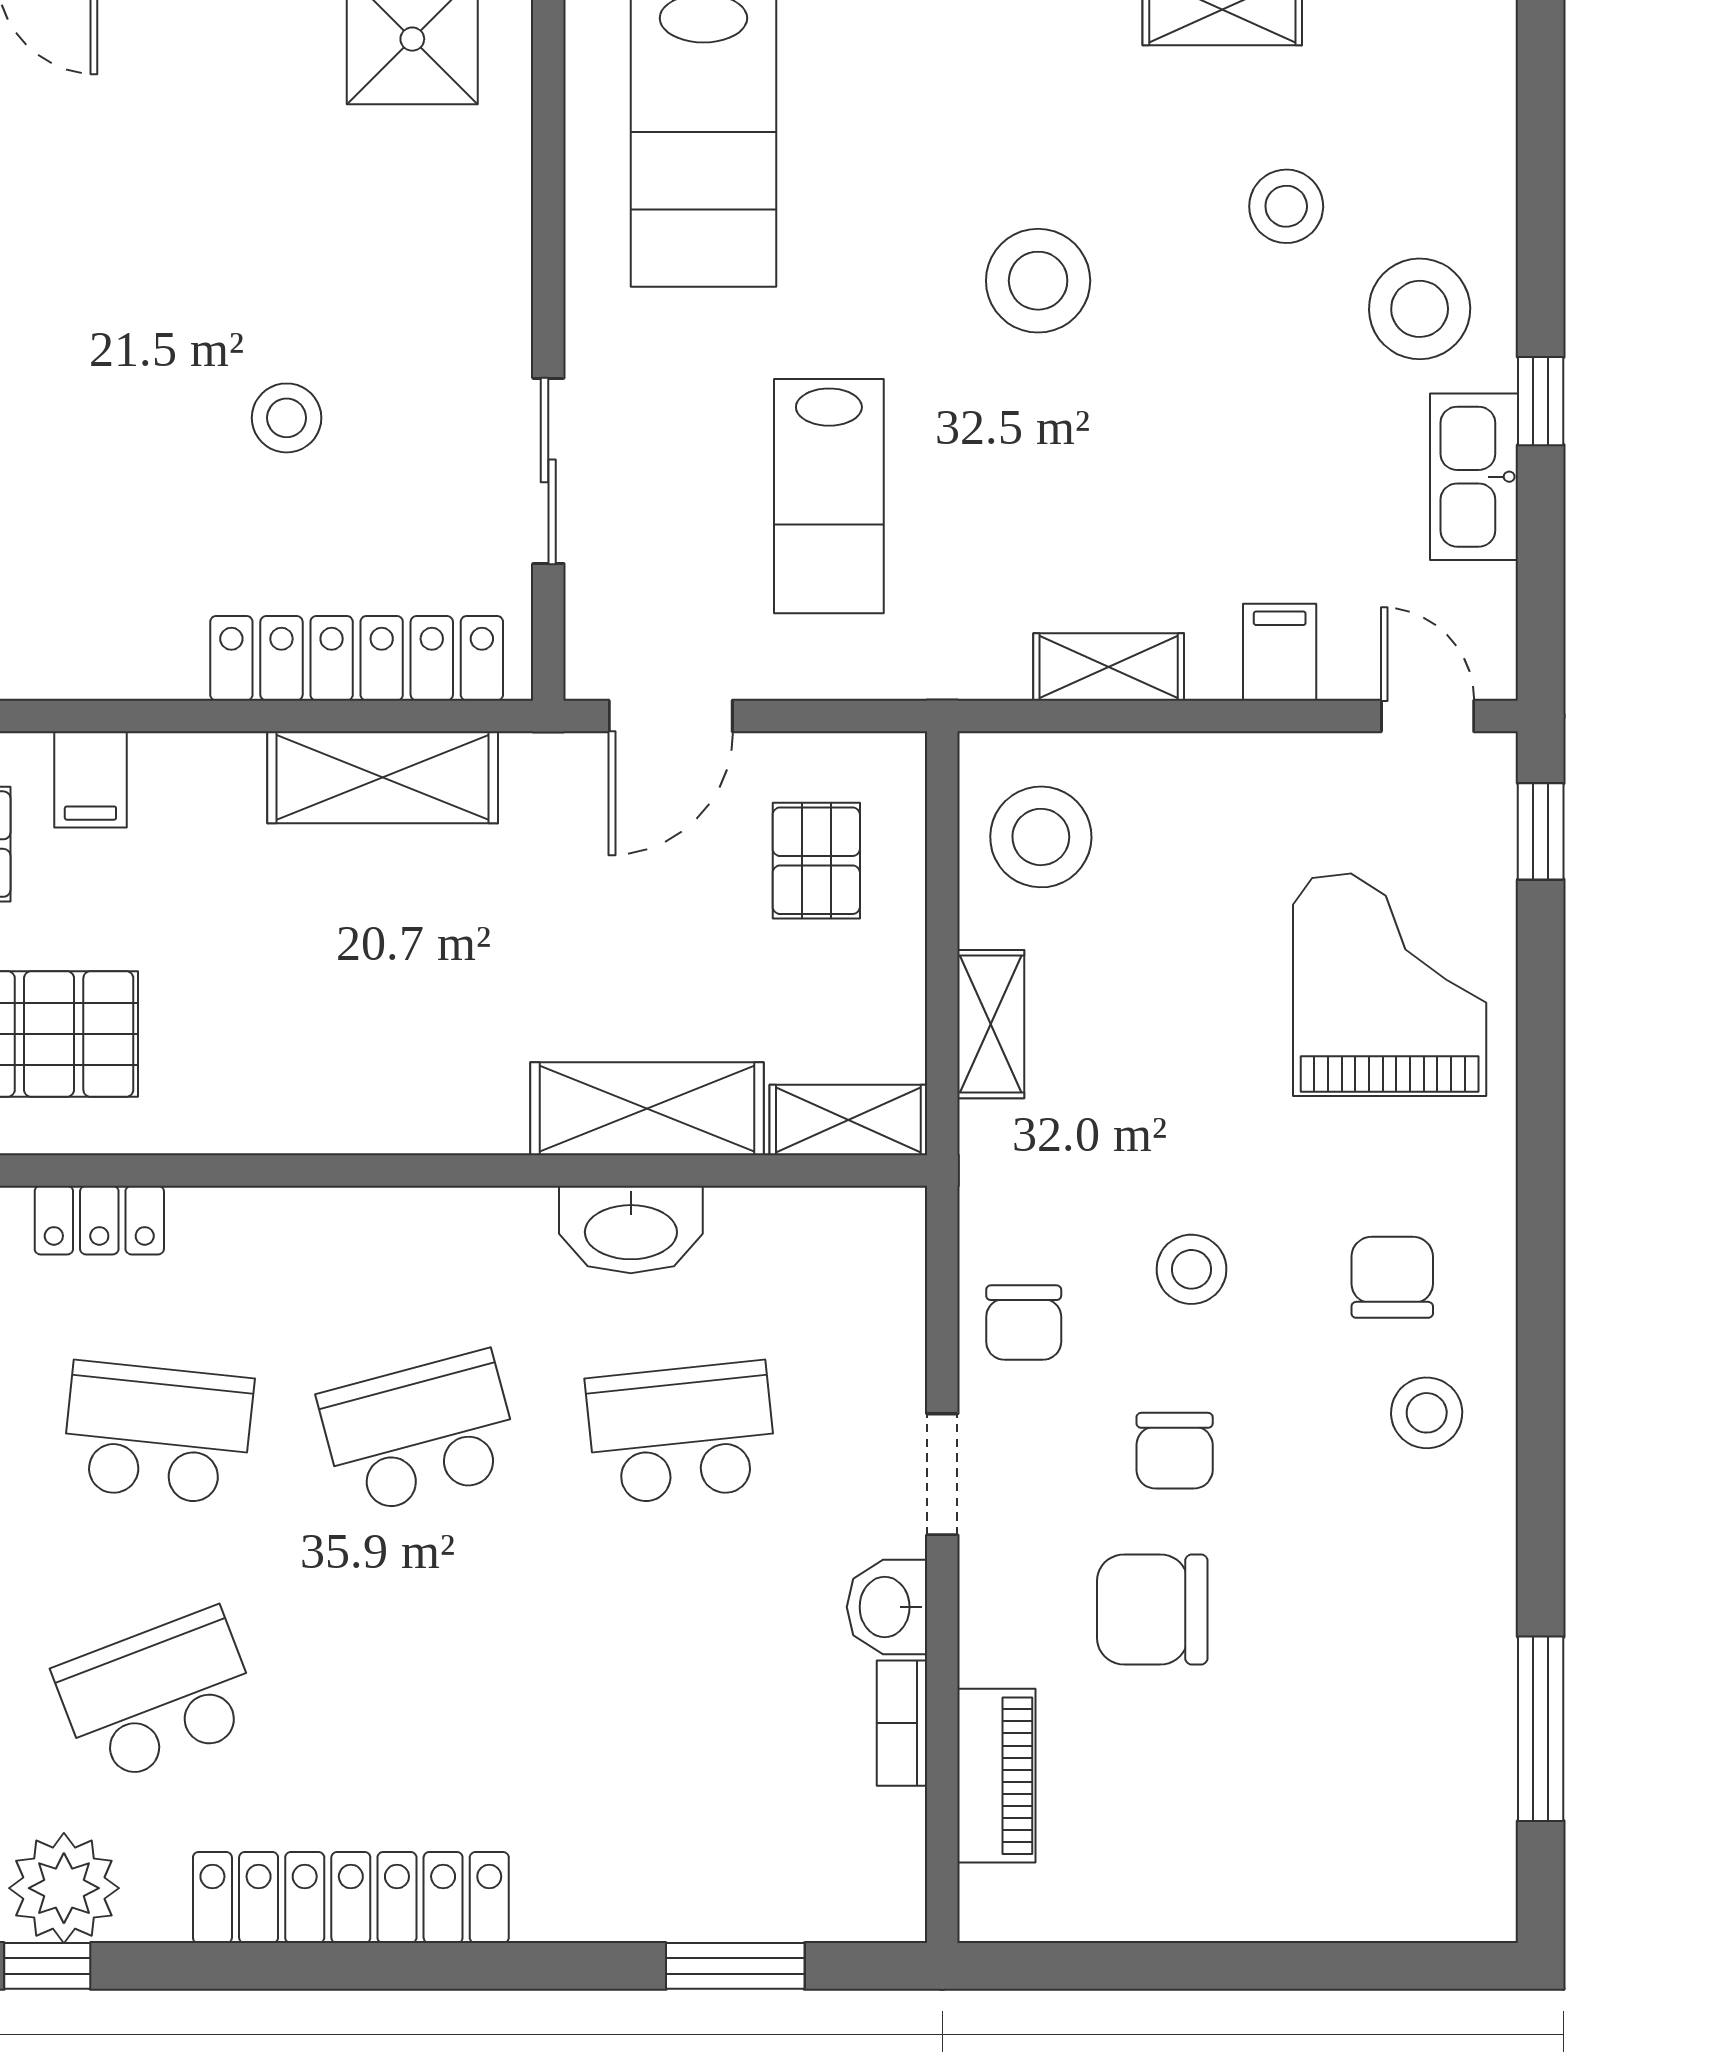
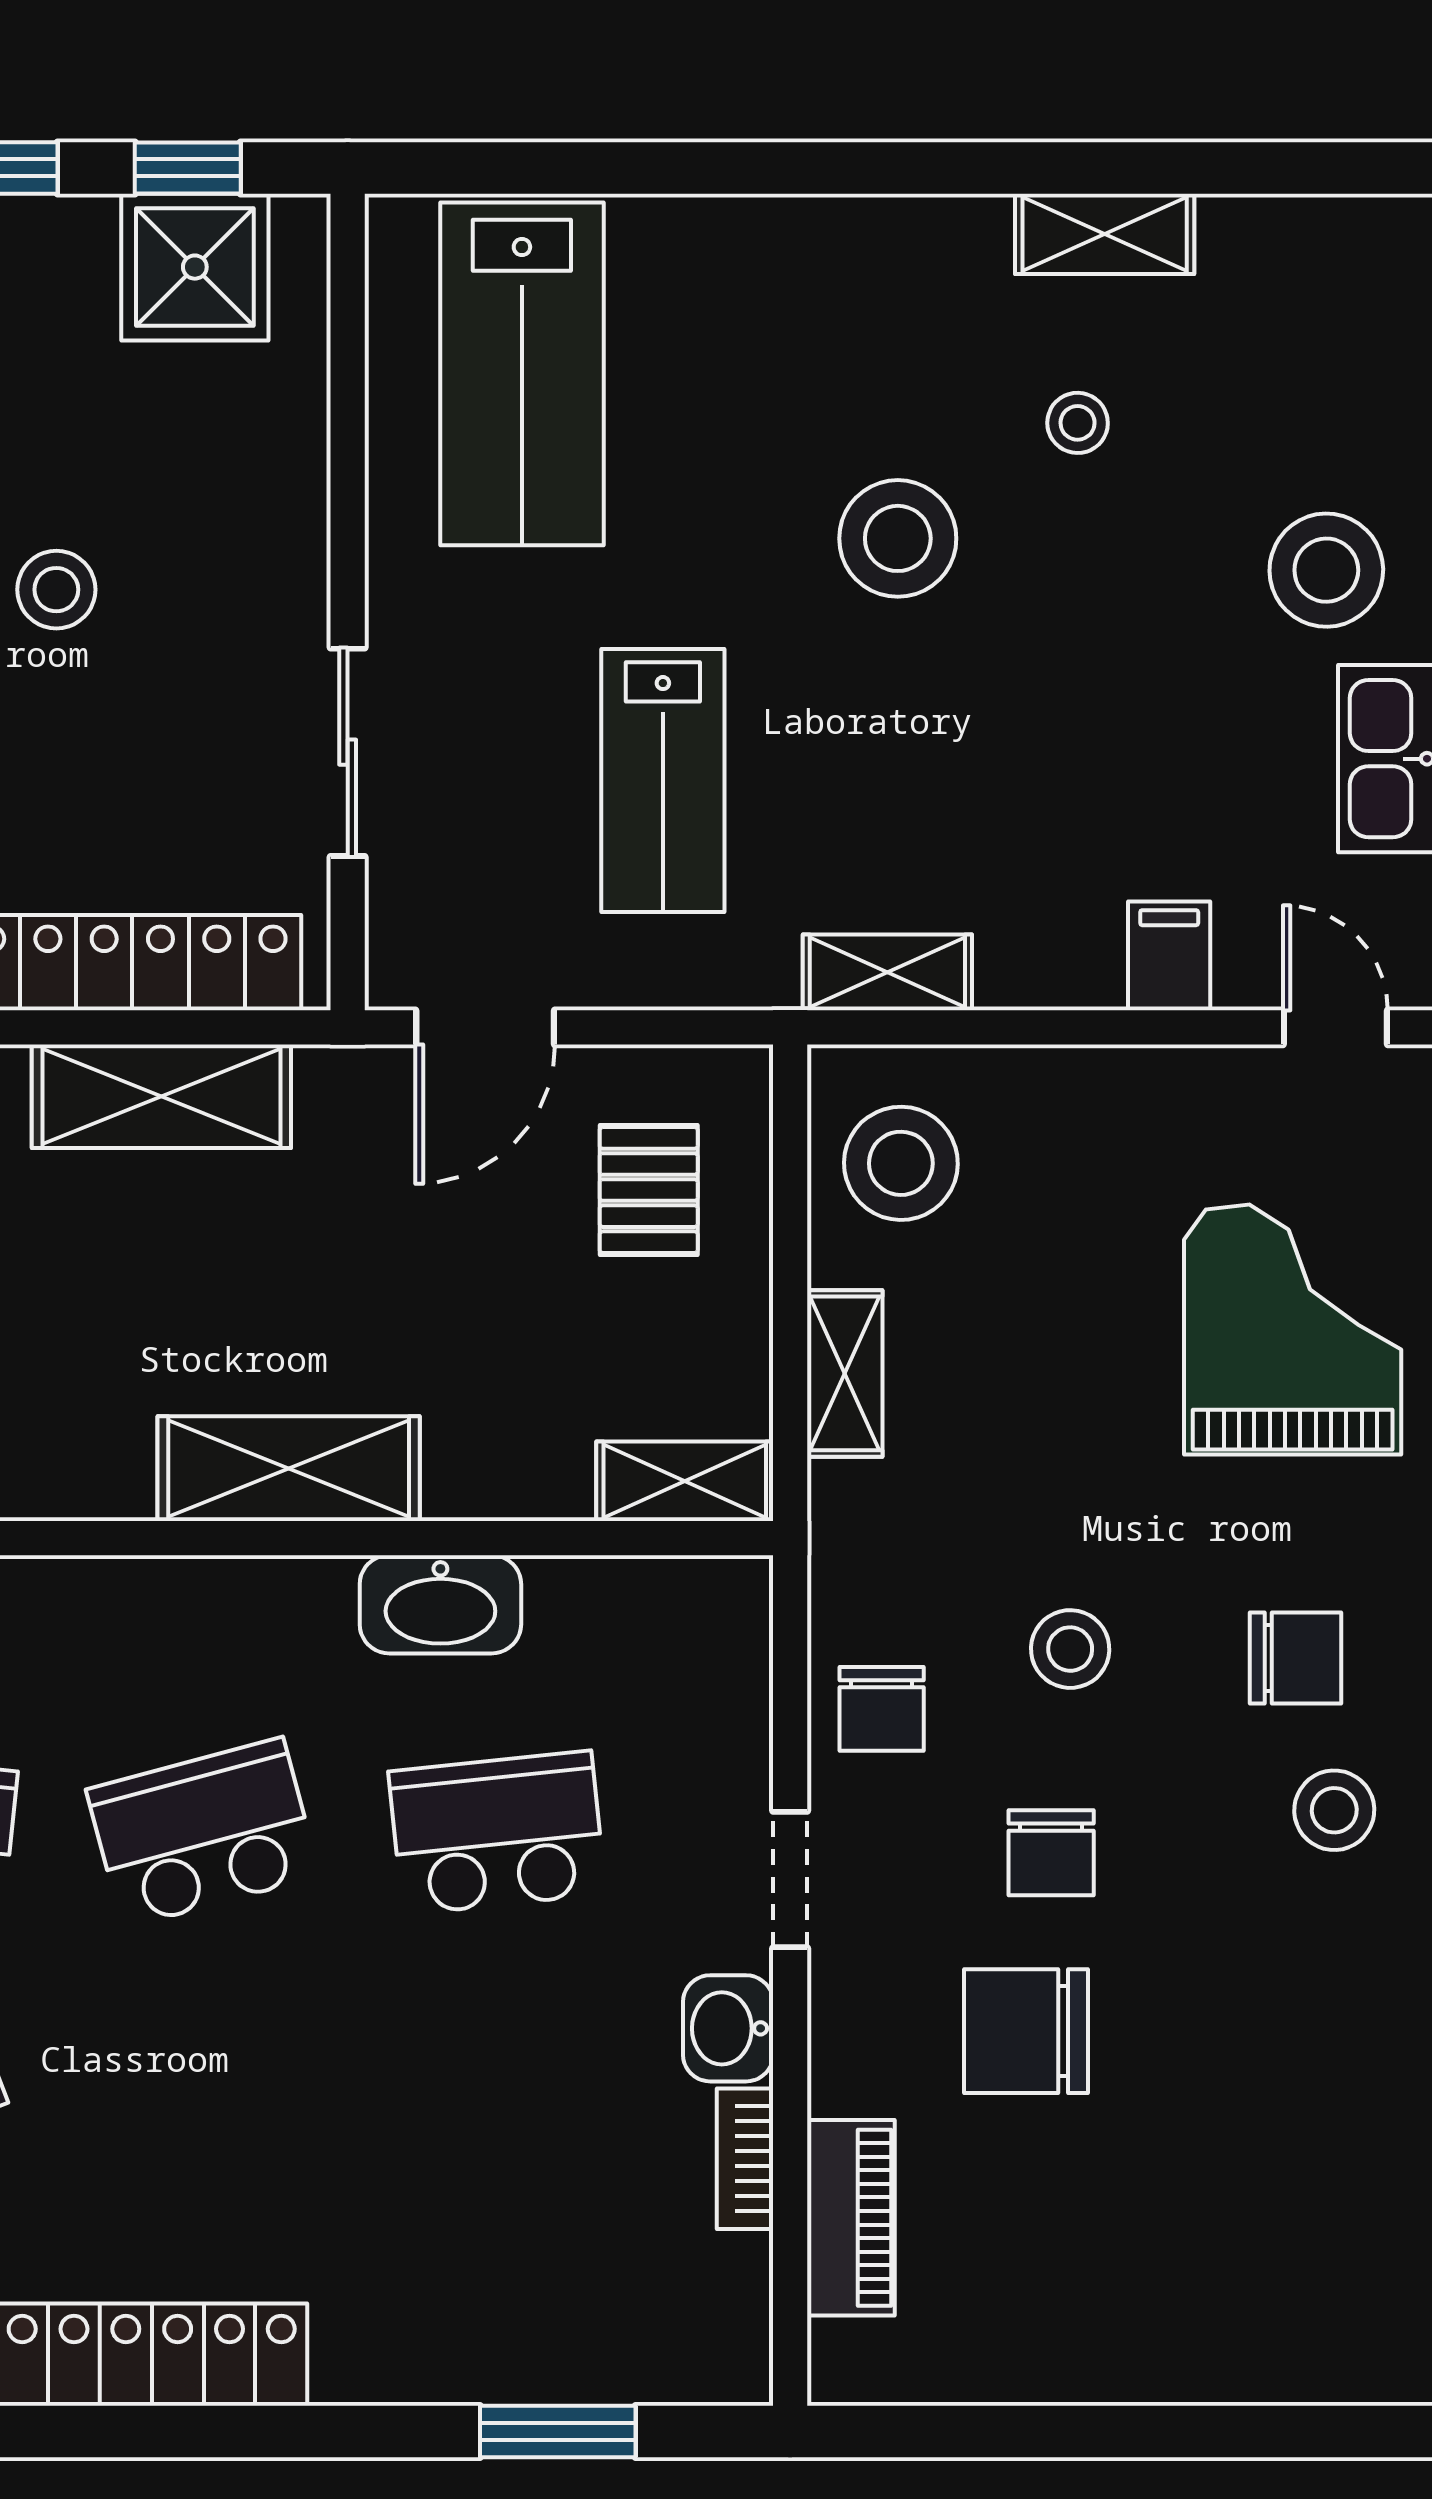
stool: (1286, 206) -> (1078, 423), moved, width x0.73, depth x0.73
stool: (287, 418) -> (56, 590), moved
shelving: (1109, 667) -> (887, 972), moved
shelving: (647, 1109) -> (289, 1469), moved
chair: (1392, 1277) -> (1296, 1658), turned 90

